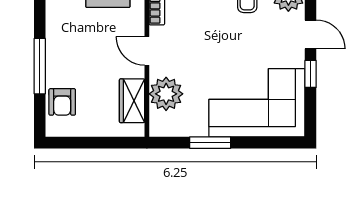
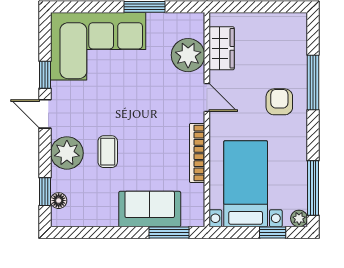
armchair: (62, 102) -> (279, 102), moved

